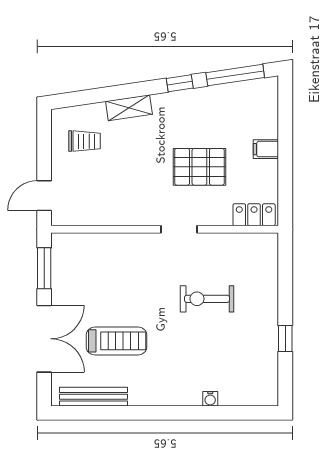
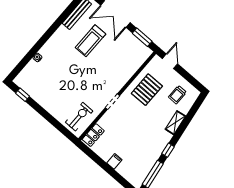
pallet: (199, 167) -> (147, 90), moved
exercise bike: (207, 299) -> (79, 117), moved
window: (285, 338) -> (23, 95), moved

